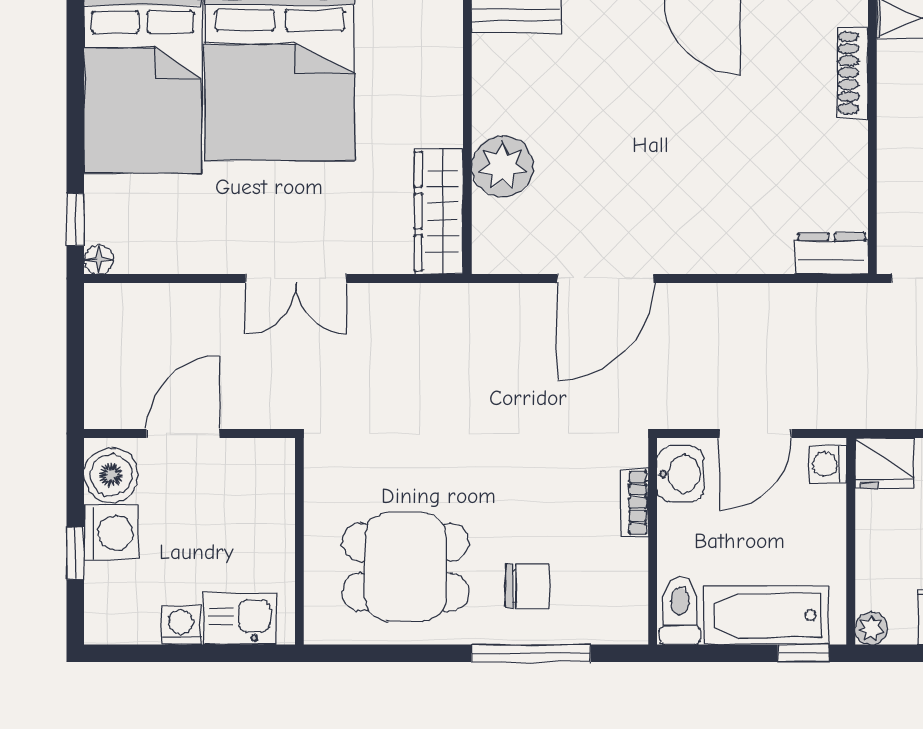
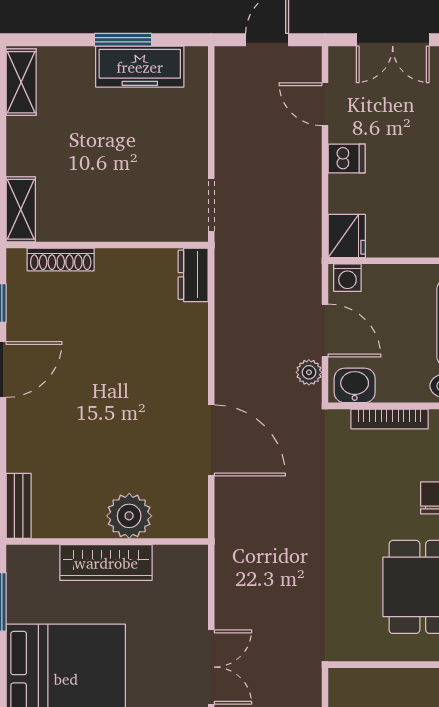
wardrobe: (439, 211) -> (106, 563), moved
plant: (698, 412) -> (309, 372), added
bookcase: (635, 503) -> (390, 419), width x1.56

